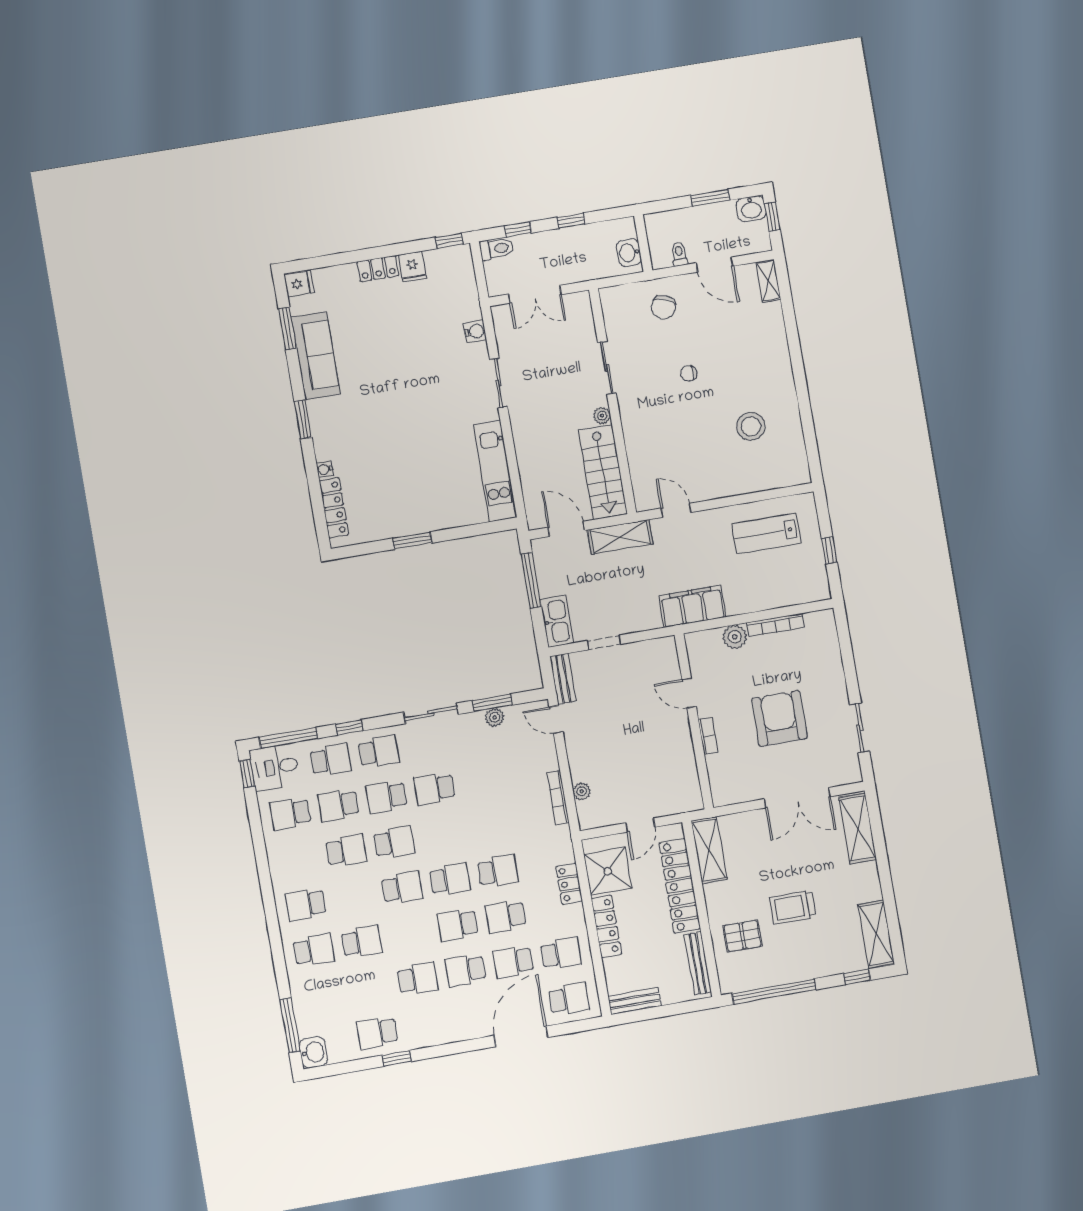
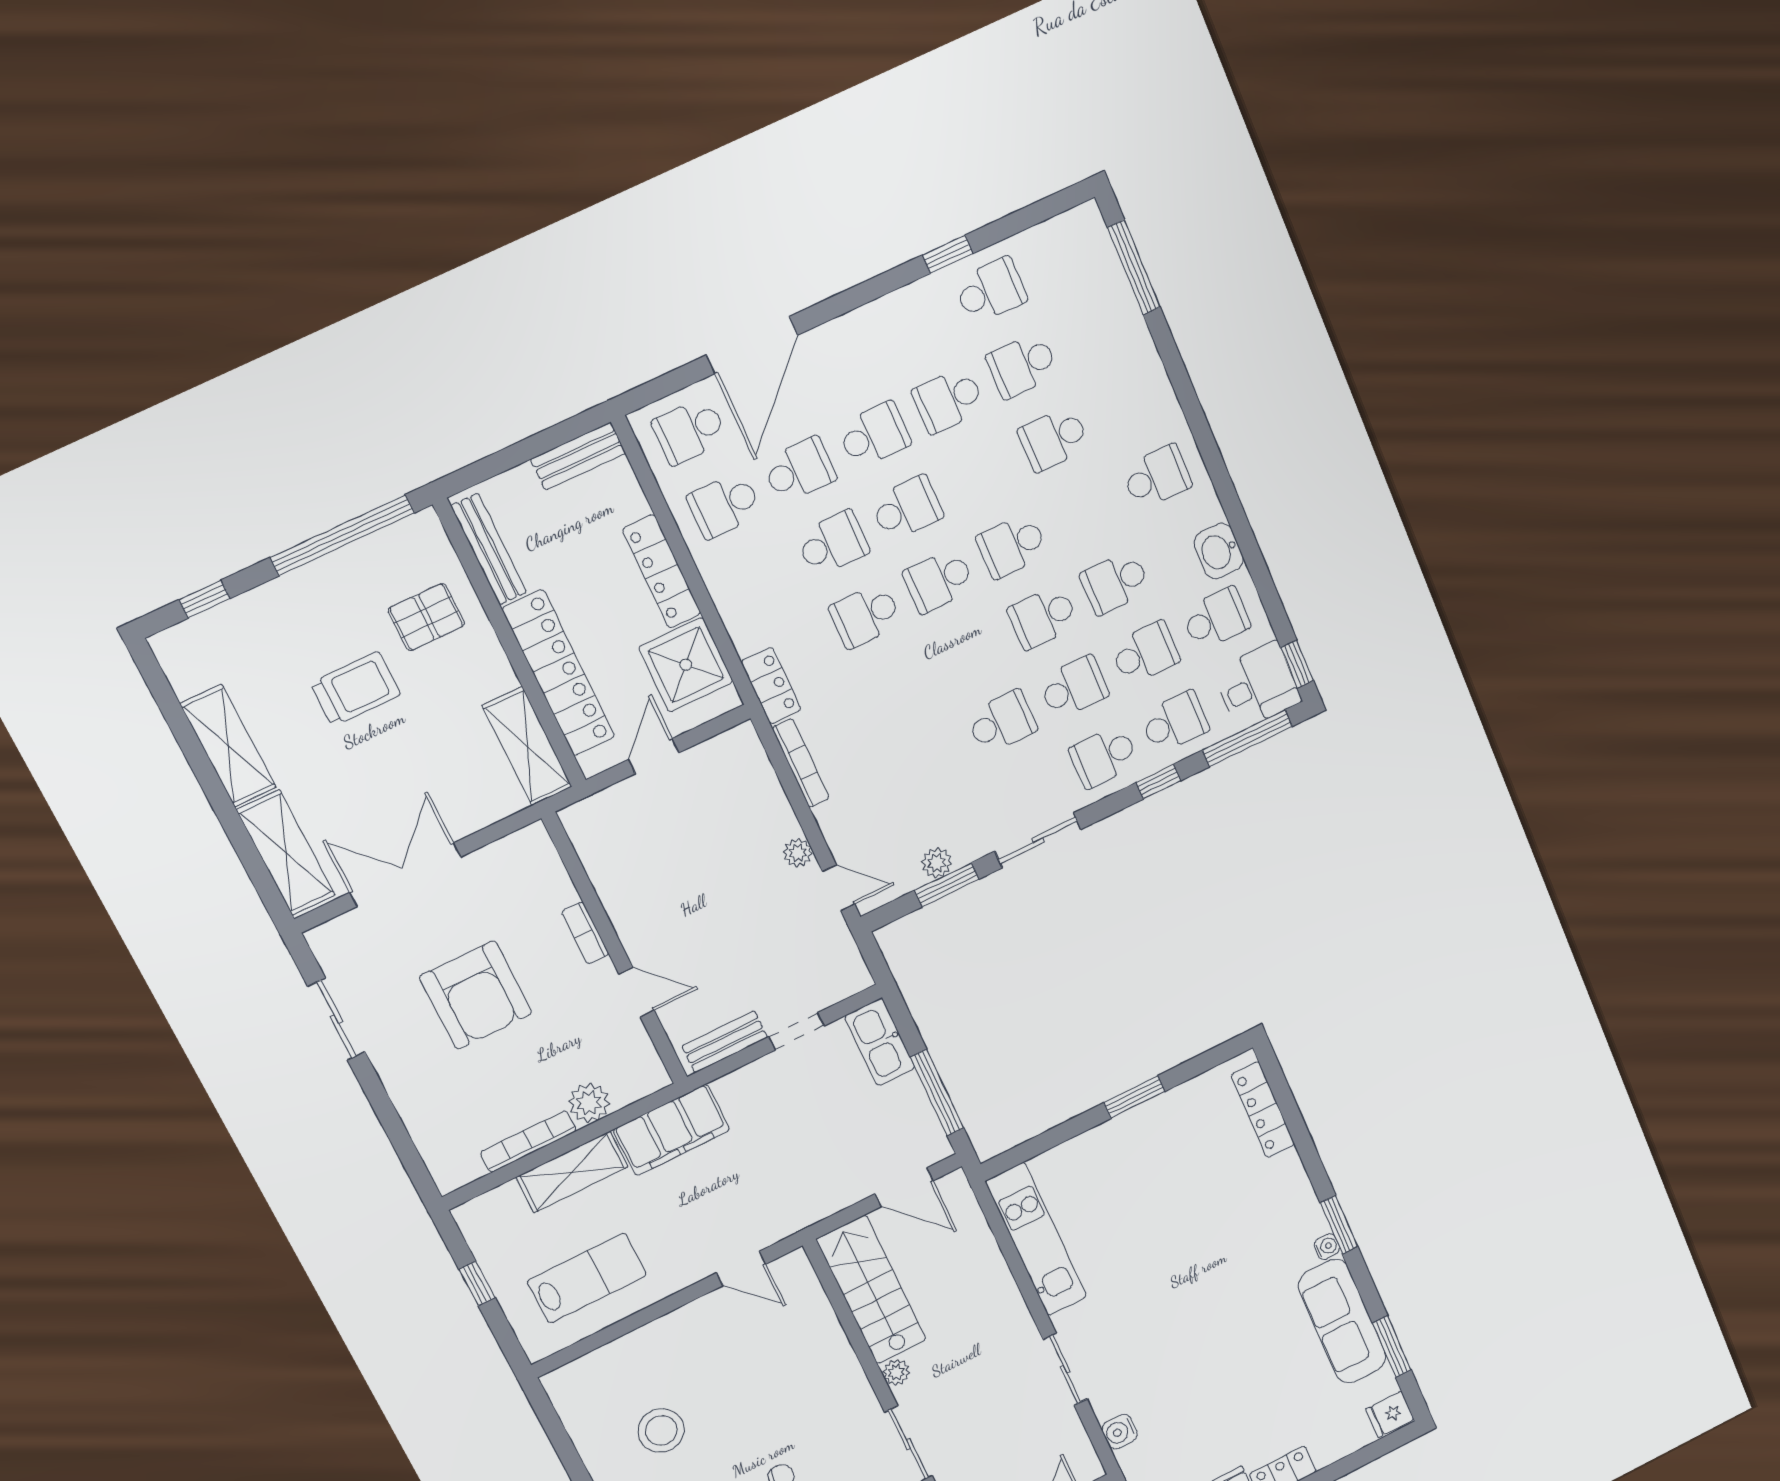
water cooler: (325, 469) -> (1327, 1246), moved
shelving: (620, 537) -> (572, 1172), moved
bench: (563, 679) -> (725, 1042), moved, turned 90
school desk: (331, 760) -> (1175, 722), turned 180
plant: (582, 791) -> (798, 853), moved
locker: (569, 884) -> (771, 686), moved
shelving: (876, 934) -> (228, 746), moved
school desk: (314, 950) -> (1022, 365), moved
washbasin: (313, 1052) -> (1219, 551), moved

